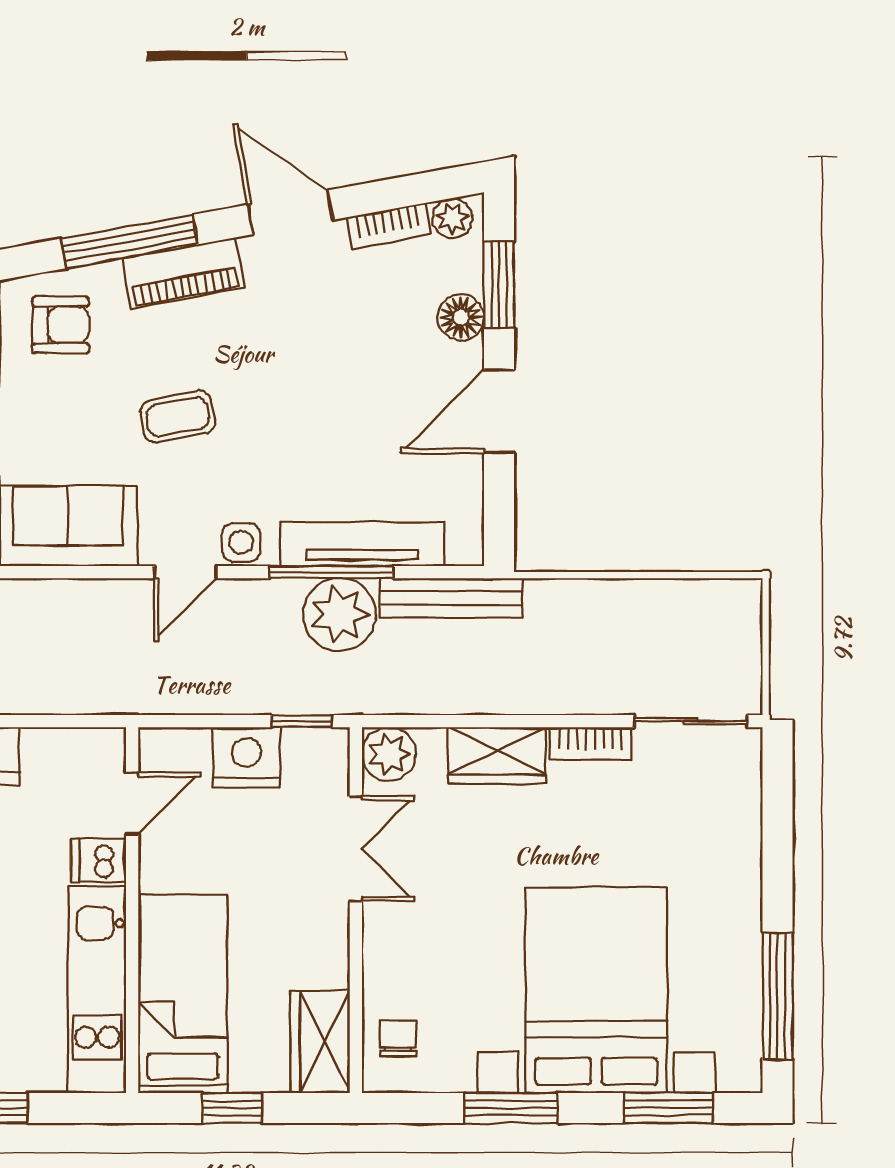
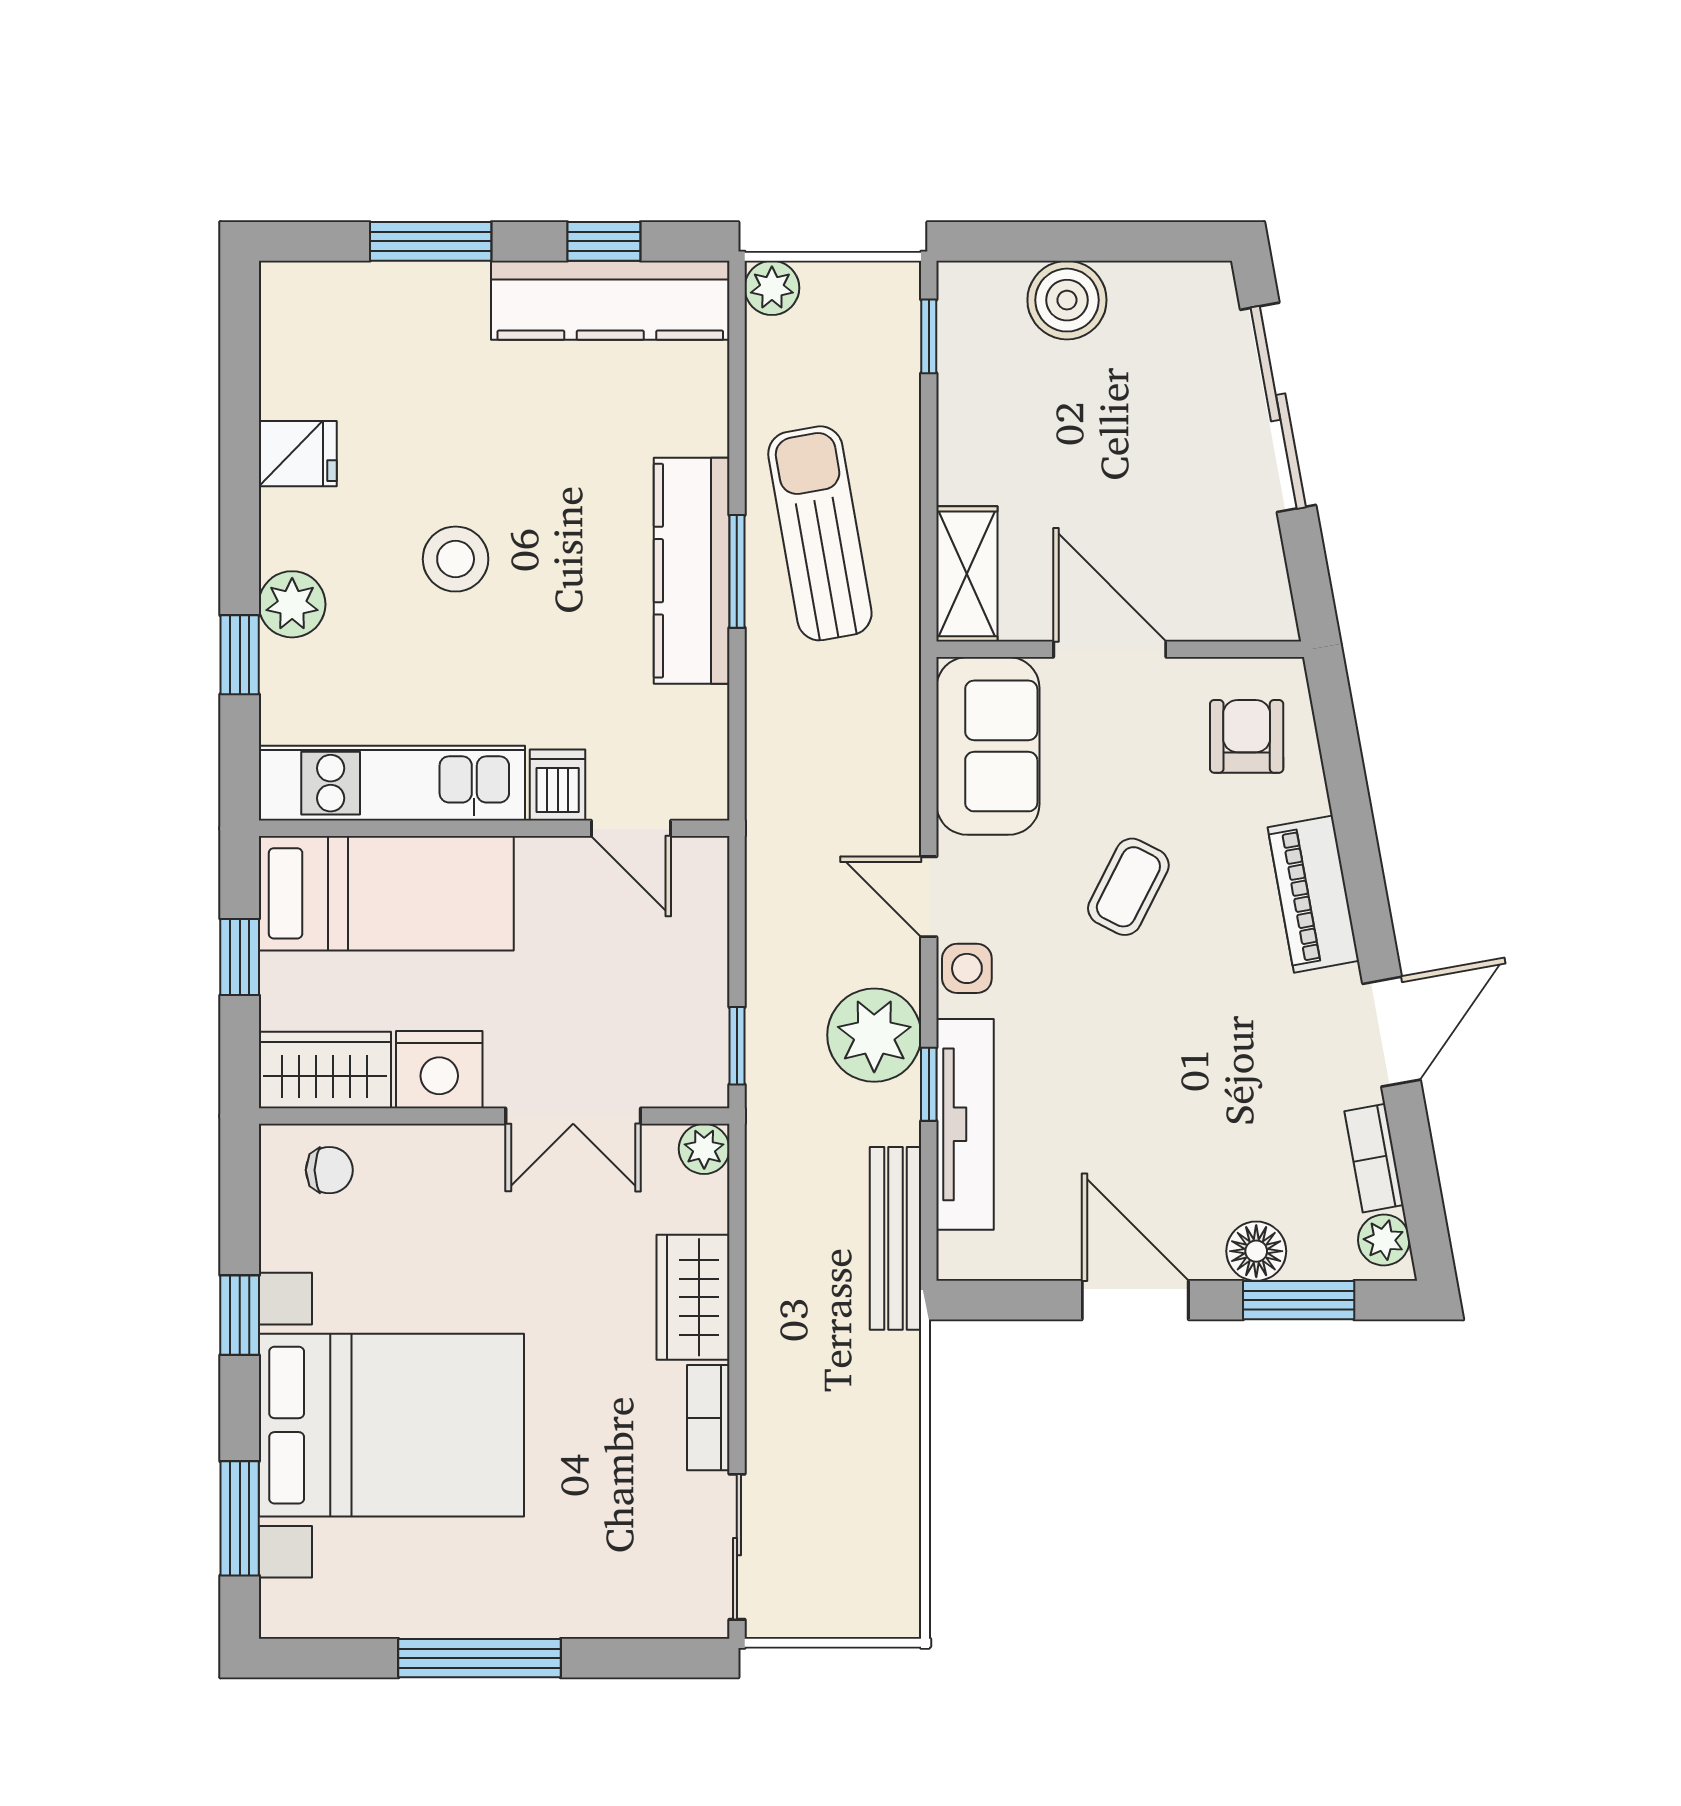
window: (129, 241) -> (1354, 825), removed
armchair: (61, 325) -> (1247, 736), turned 180
coffee table: (178, 417) -> (1128, 887), turned 38
window: (331, 572) -> (929, 1084), width x0.46
plant: (339, 614) -> (874, 1035), moved
plant: (389, 754) -> (704, 1149), width x0.73, depth x0.73
nightstand: (246, 757) -> (439, 1070), moved, turned 90
window: (777, 996) -> (479, 1658), moved
window: (511, 1108) -> (240, 1315), width x0.67

